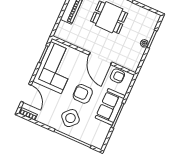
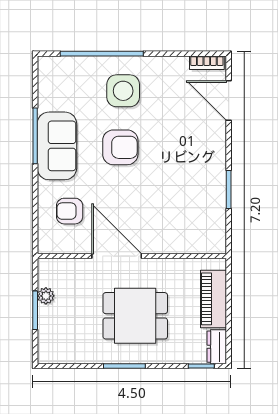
wall: (94, 56) -> (132, 256), moved
door: (100, 59) -> (117, 256), moved
corner sofa: (56, 68) -> (194, 174), removed
side table: (70, 118) -> (123, 91), turned 45

